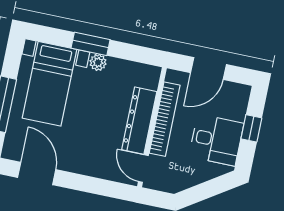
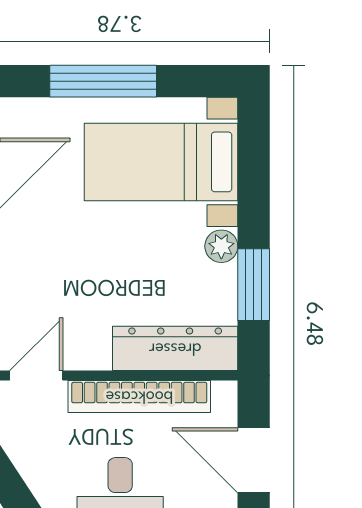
window: (91, 44) -> (254, 285), moved
dresser: (139, 121) -> (175, 348), moved

